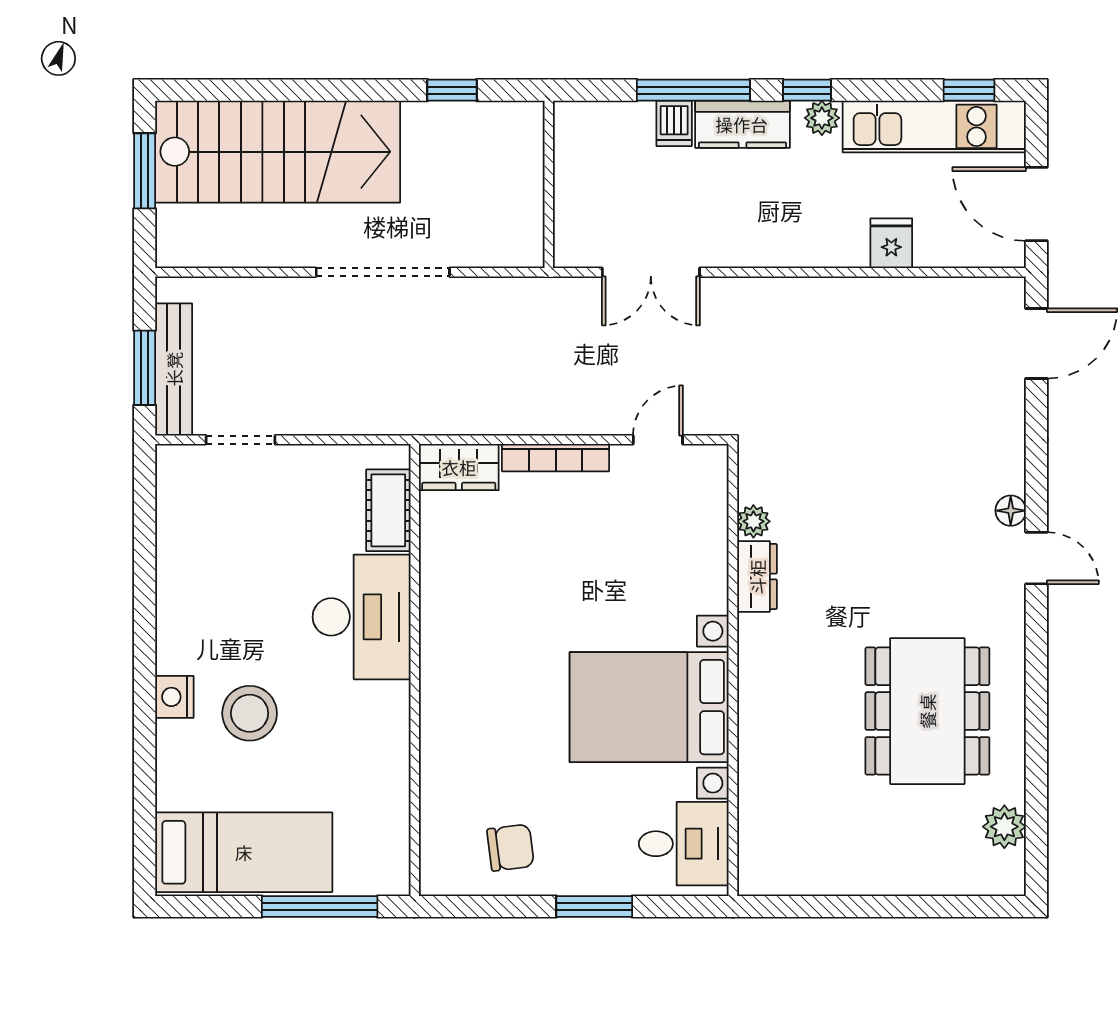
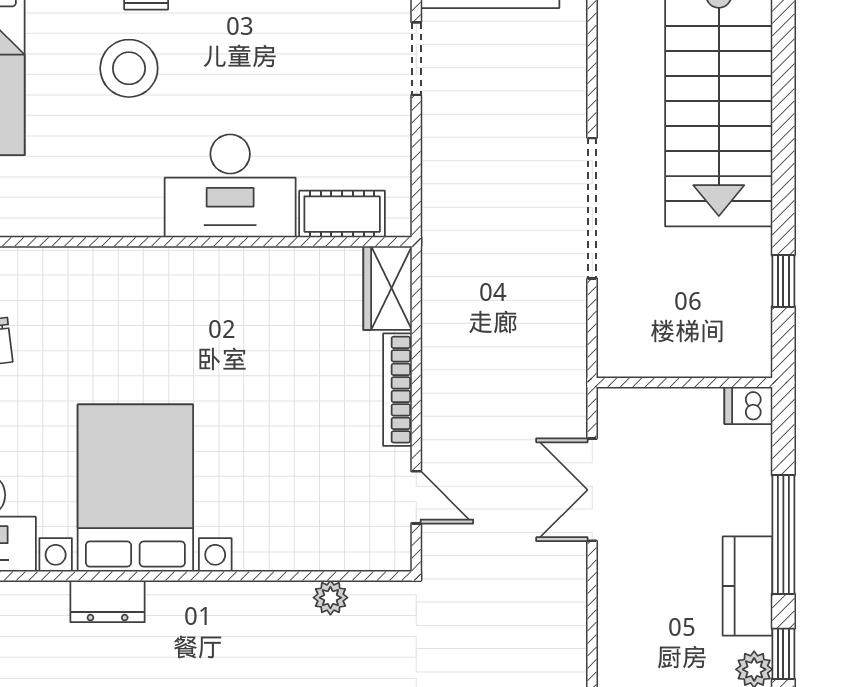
dishwasher: (674, 123) -> (748, 405), moved
dresser: (757, 577) -> (108, 601), moved

